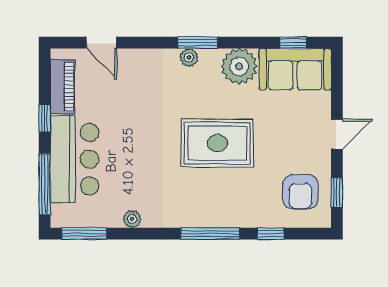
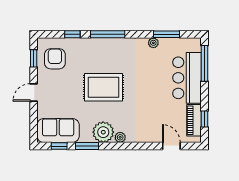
window: (198, 43) -> (87, 146), moved
plant: (239, 66) -> (103, 132), moved
window: (45, 118) -> (205, 119), moved
window: (84, 234) -> (167, 34), moved

